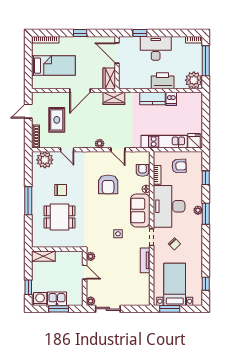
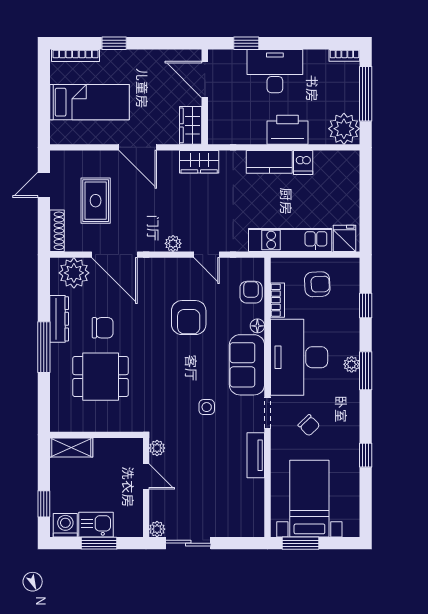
window: (80, 33) -> (114, 43), moved
door: (80, 91) -> (138, 147), hinge flipped
door: (67, 150) -> (114, 255), width x1.87
dresser: (37, 185) -> (59, 319), added
window: (206, 284) -> (366, 455), moved

